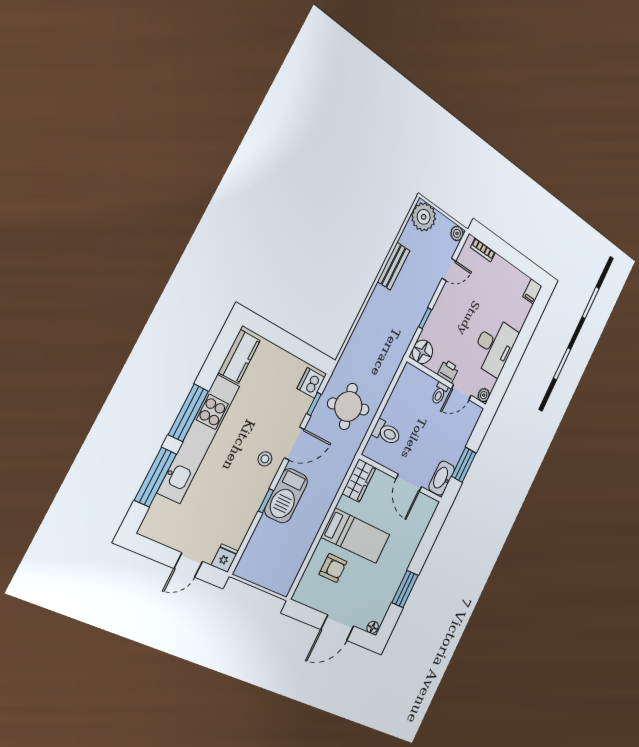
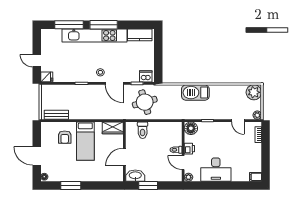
bench: (394, 266) -> (56, 115), moved
barbecue: (286, 496) -> (195, 93), moved

